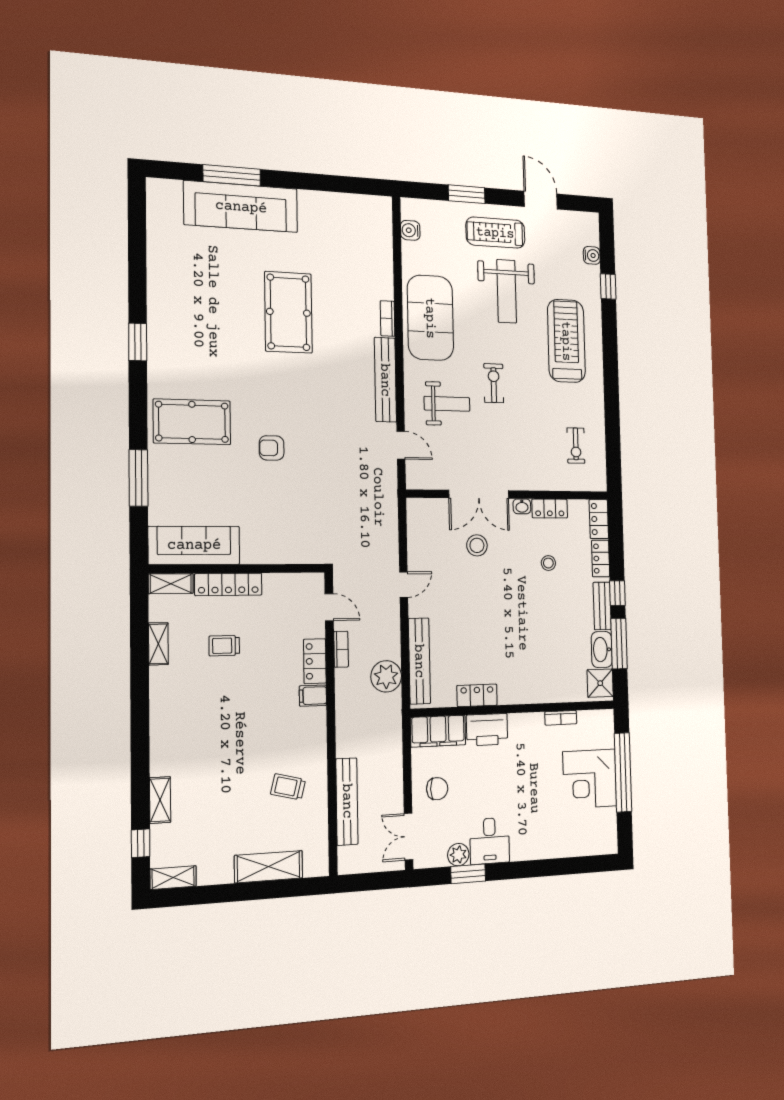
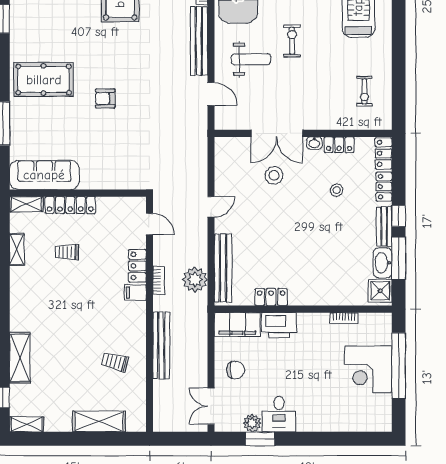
bookcase: (341, 649) -> (159, 280), moved
shelving: (160, 800) -> (20, 358), width x1.50, depth x1.33
bench: (347, 801) -> (161, 346), moved

